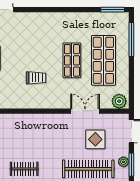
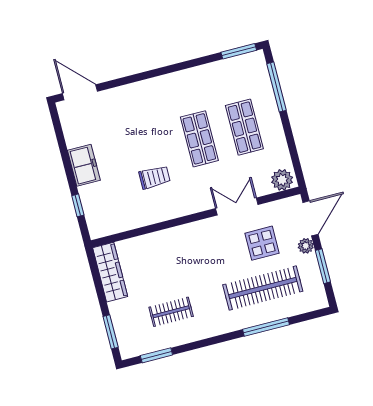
shop shelf: (103, 60) -> (244, 127), width x0.70, depth x0.74
plant: (124, 162) -> (306, 246), moved

